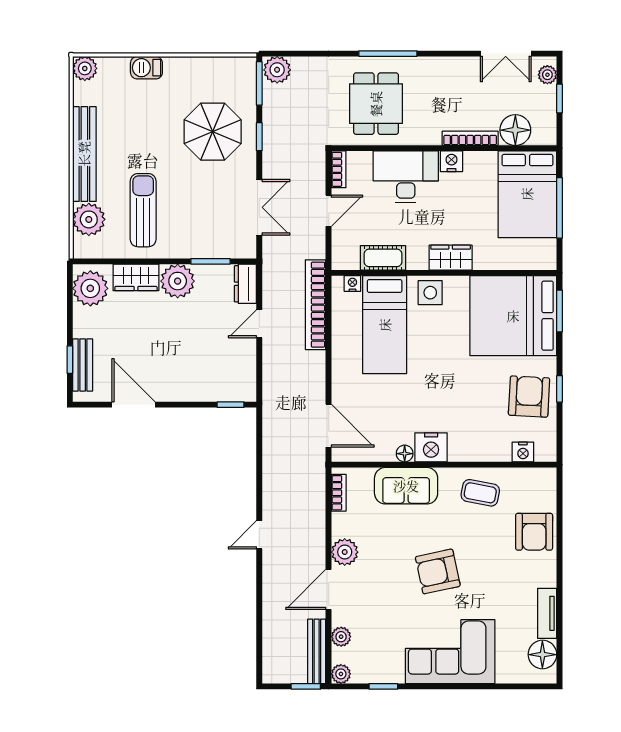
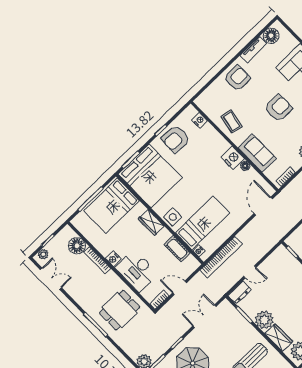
bed: (527, 194) -> (112, 206), moved, turned 180
armchair: (534, 532) -> (237, 78), moved
armchair: (438, 571) -> (279, 108), turned -78

